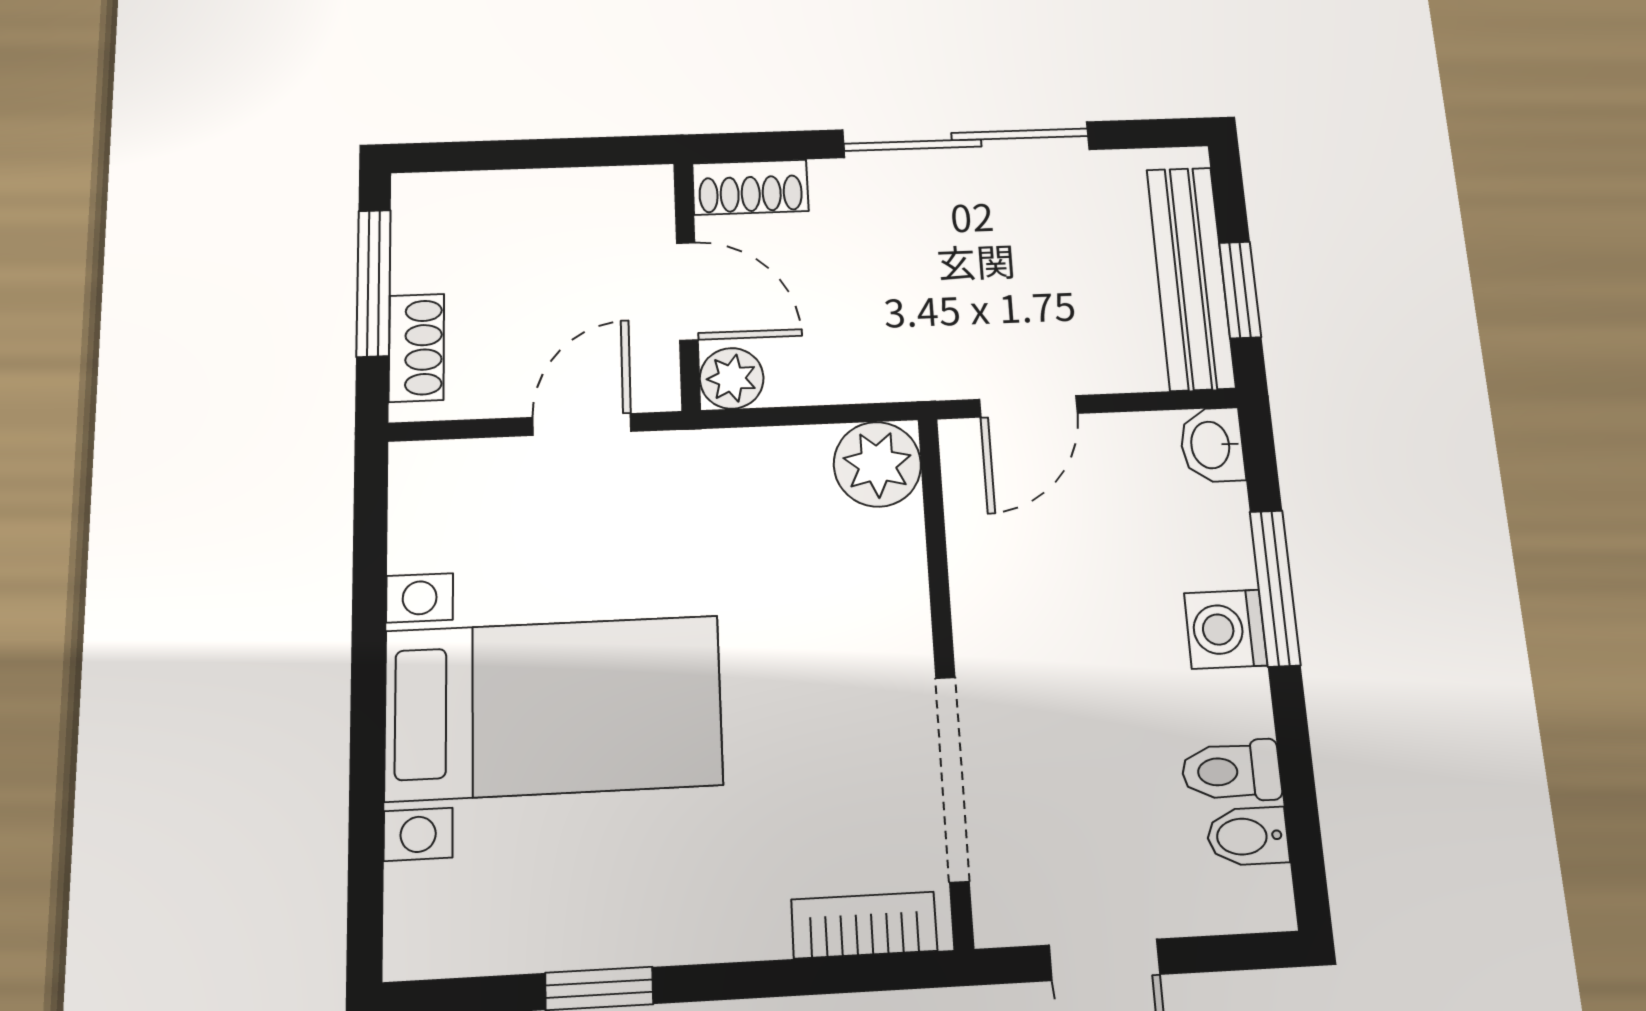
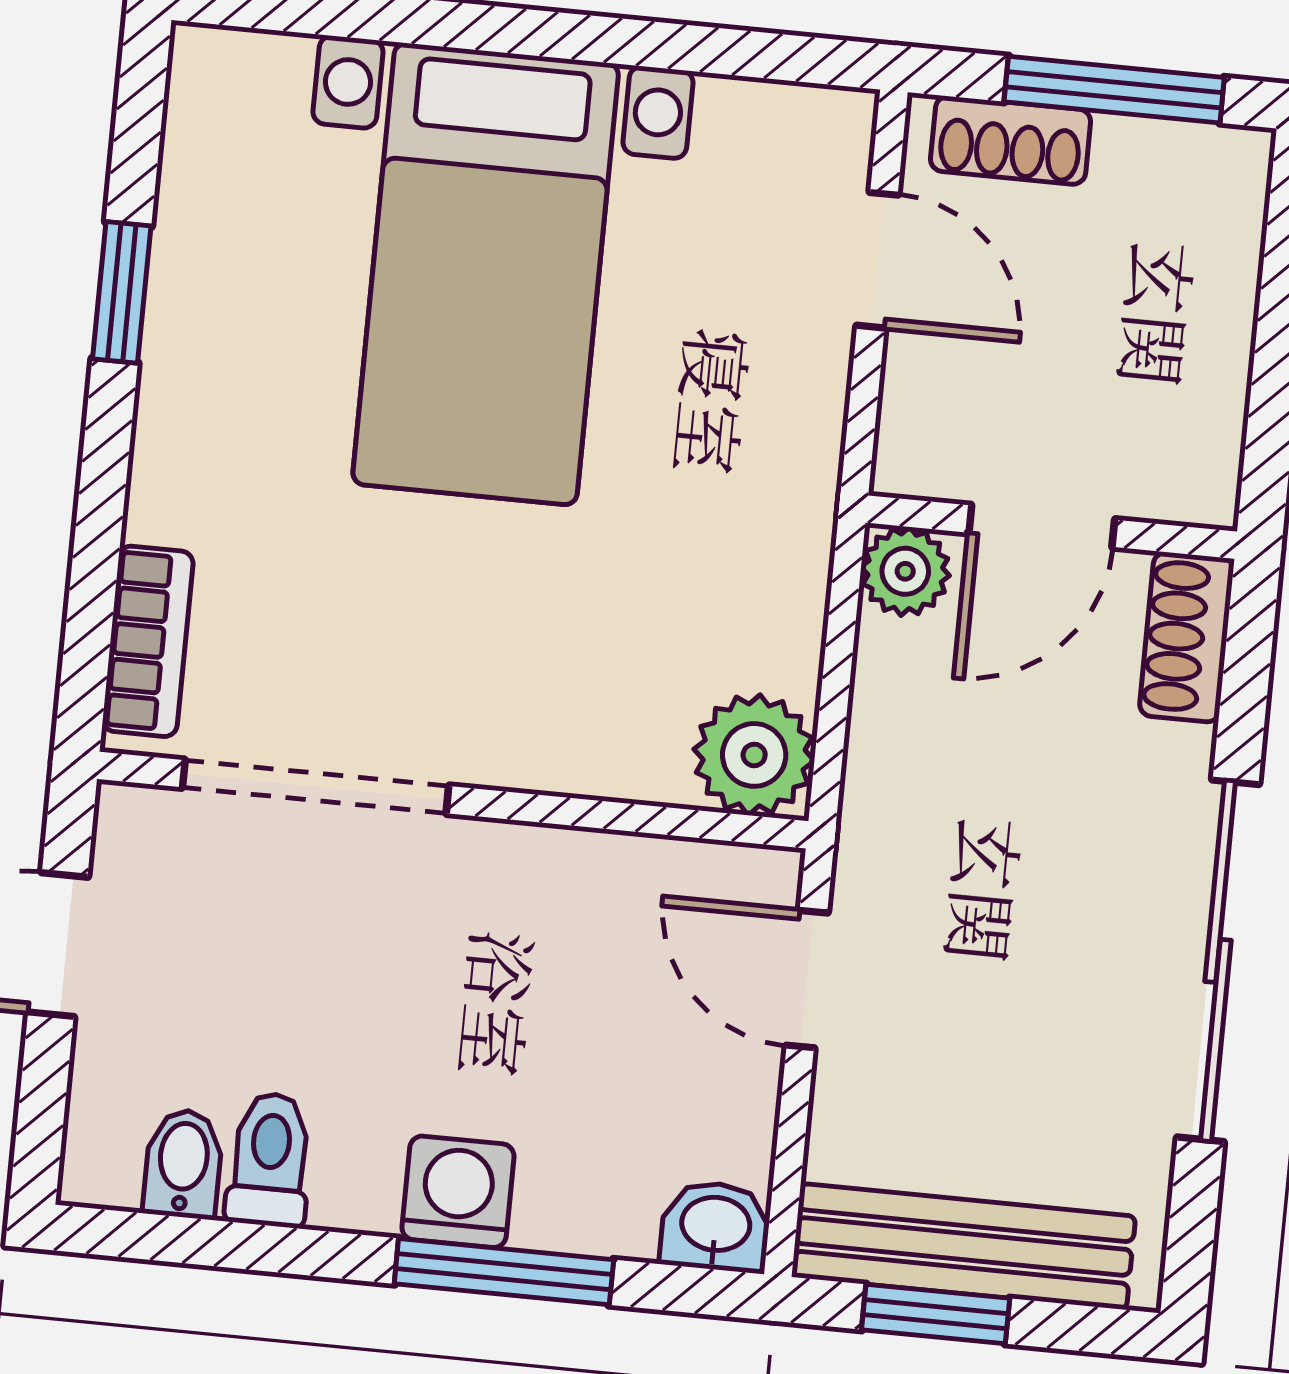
door: (582, 424) -> (877, 260), moved

